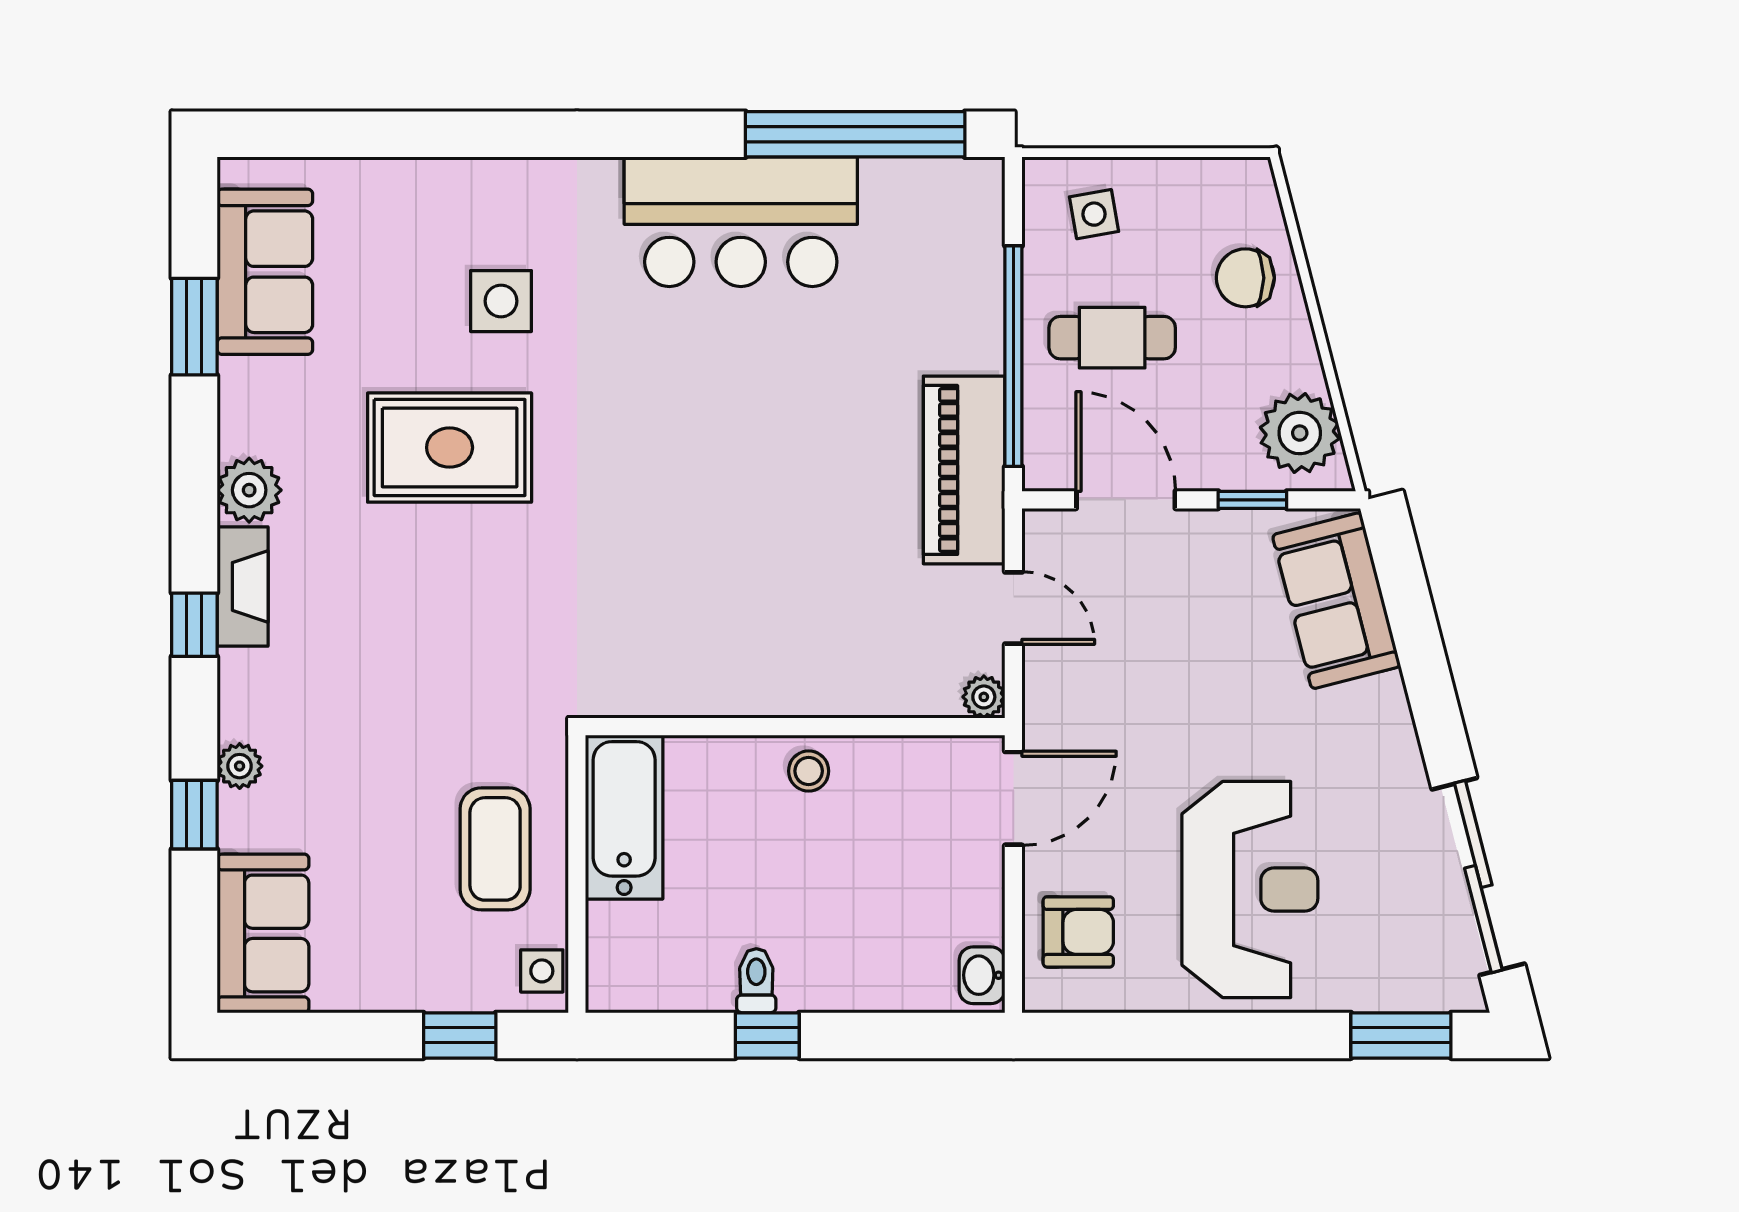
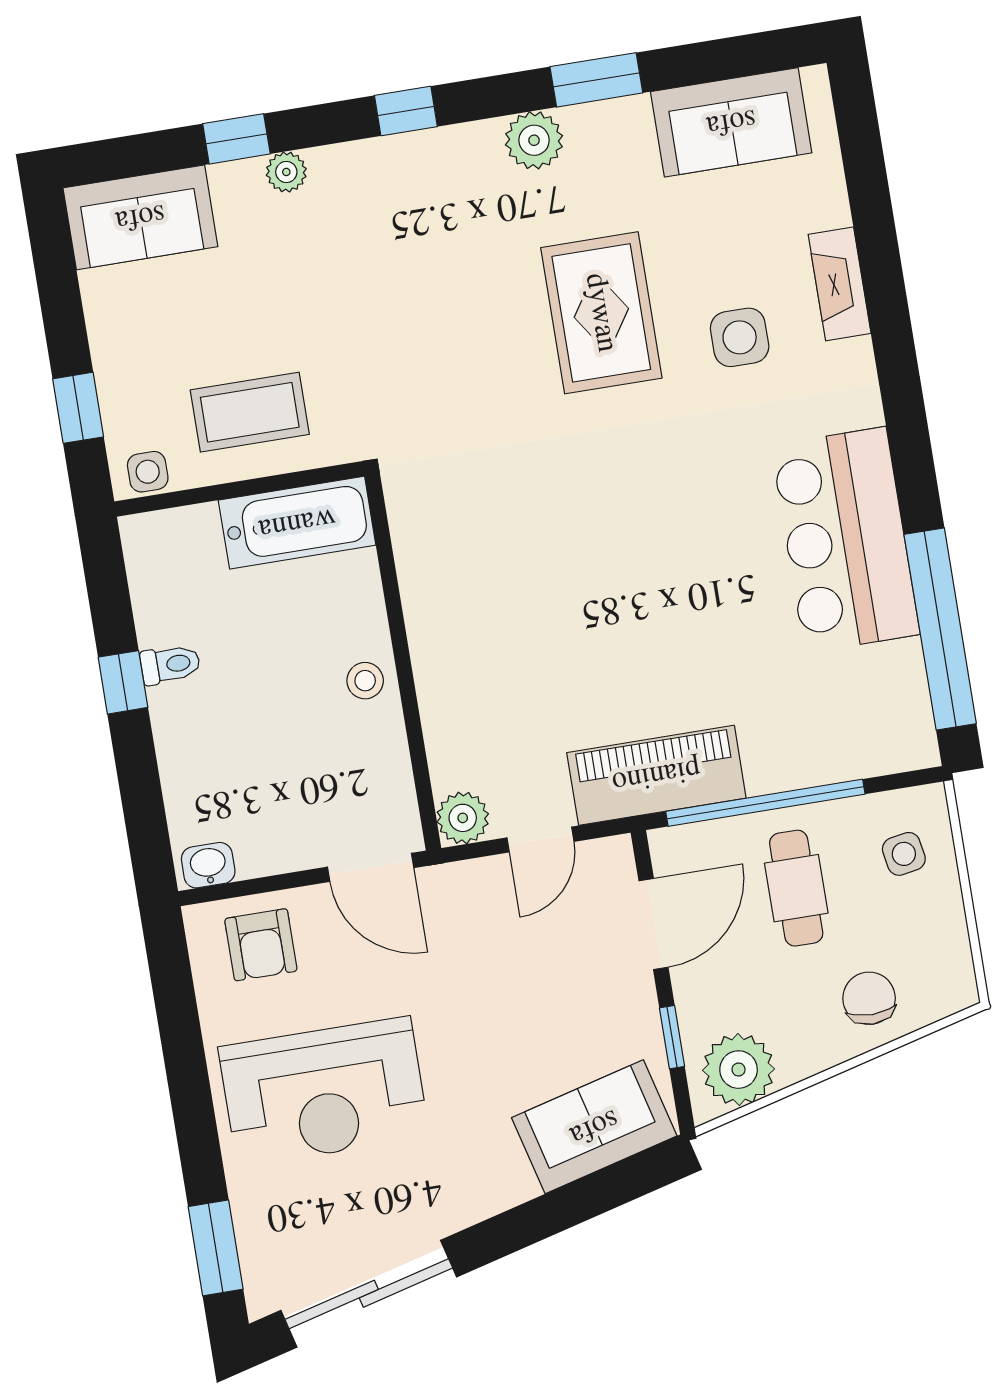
window: (194, 327) -> (596, 80), moved
fireplace: (243, 586) -> (840, 284), moved, turned 90
plant: (984, 697) -> (463, 818), width x1.38, depth x1.38

